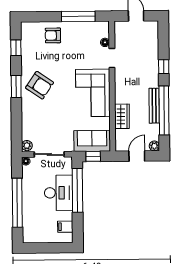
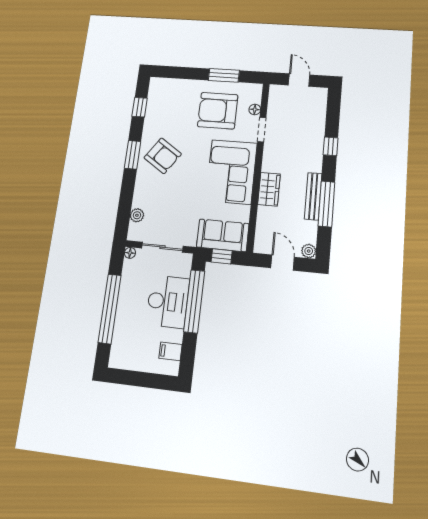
window: (78, 16) -> (224, 75), width x0.69
armchair: (53, 35) -> (218, 111), moved, width x1.88, depth x1.88
window: (164, 110) -> (326, 204), width x0.68
wardrobe: (122, 116) -> (269, 189), moved
plant: (27, 146) -> (137, 215), moved
door: (137, 156) -> (282, 262), hinge flipped

